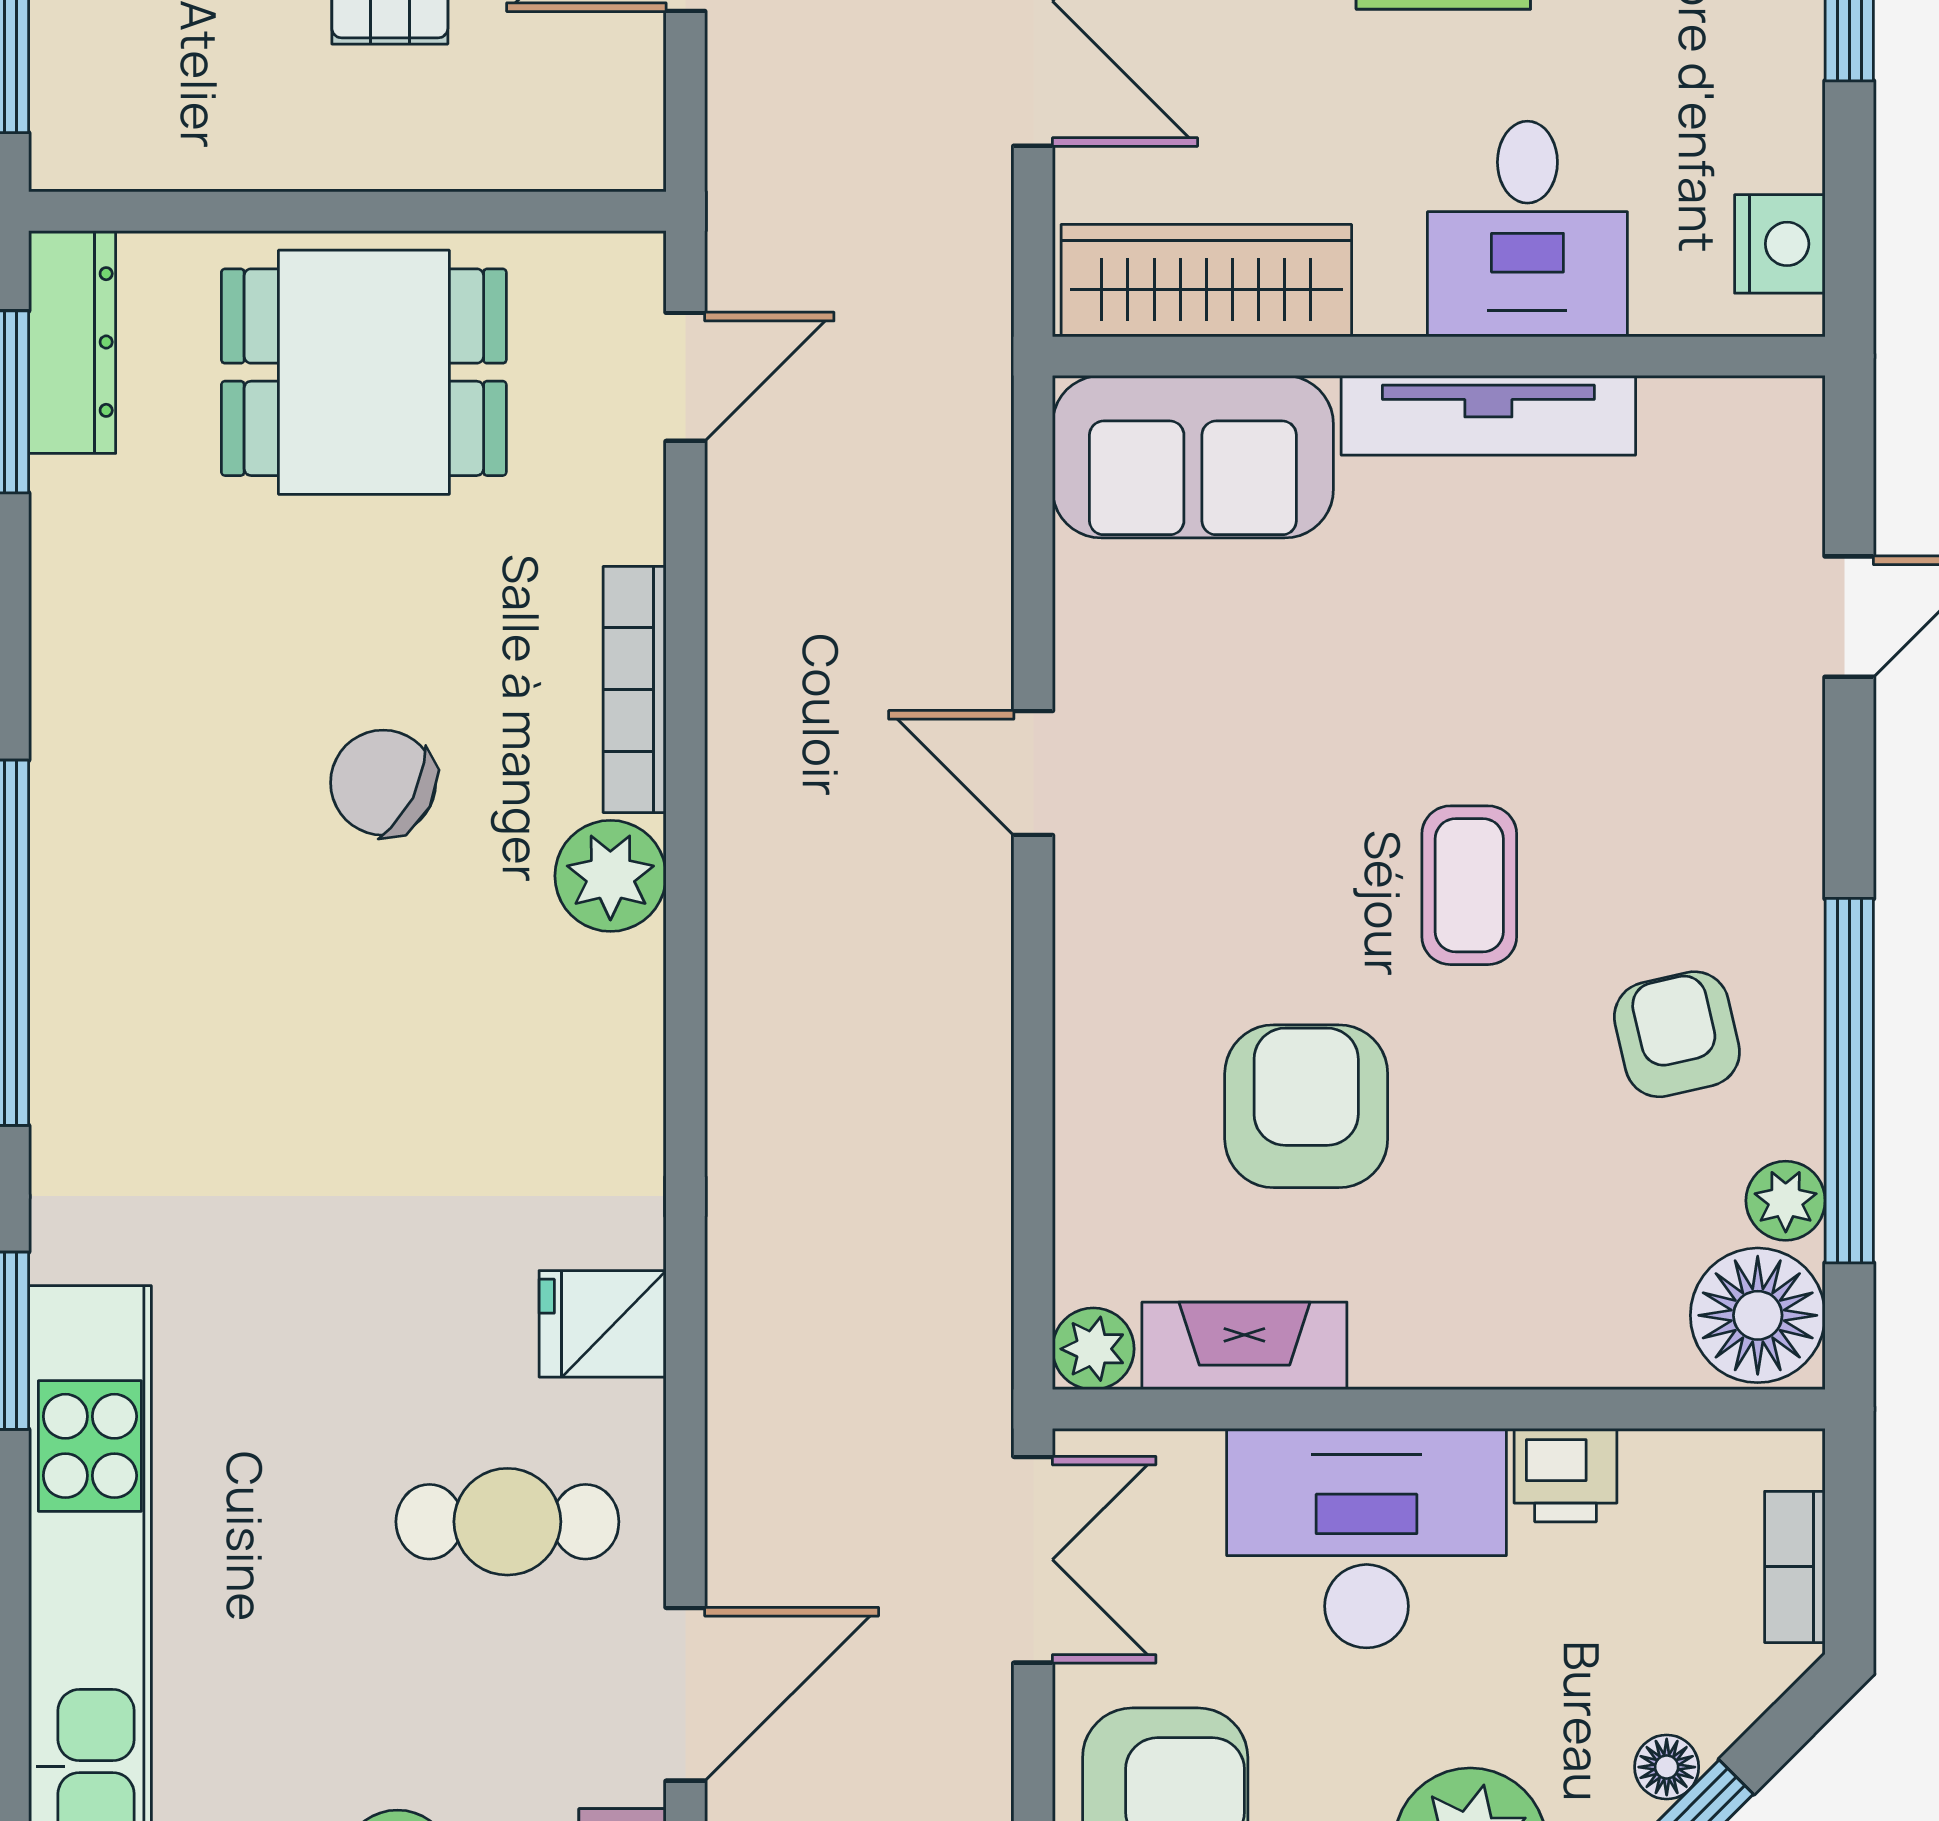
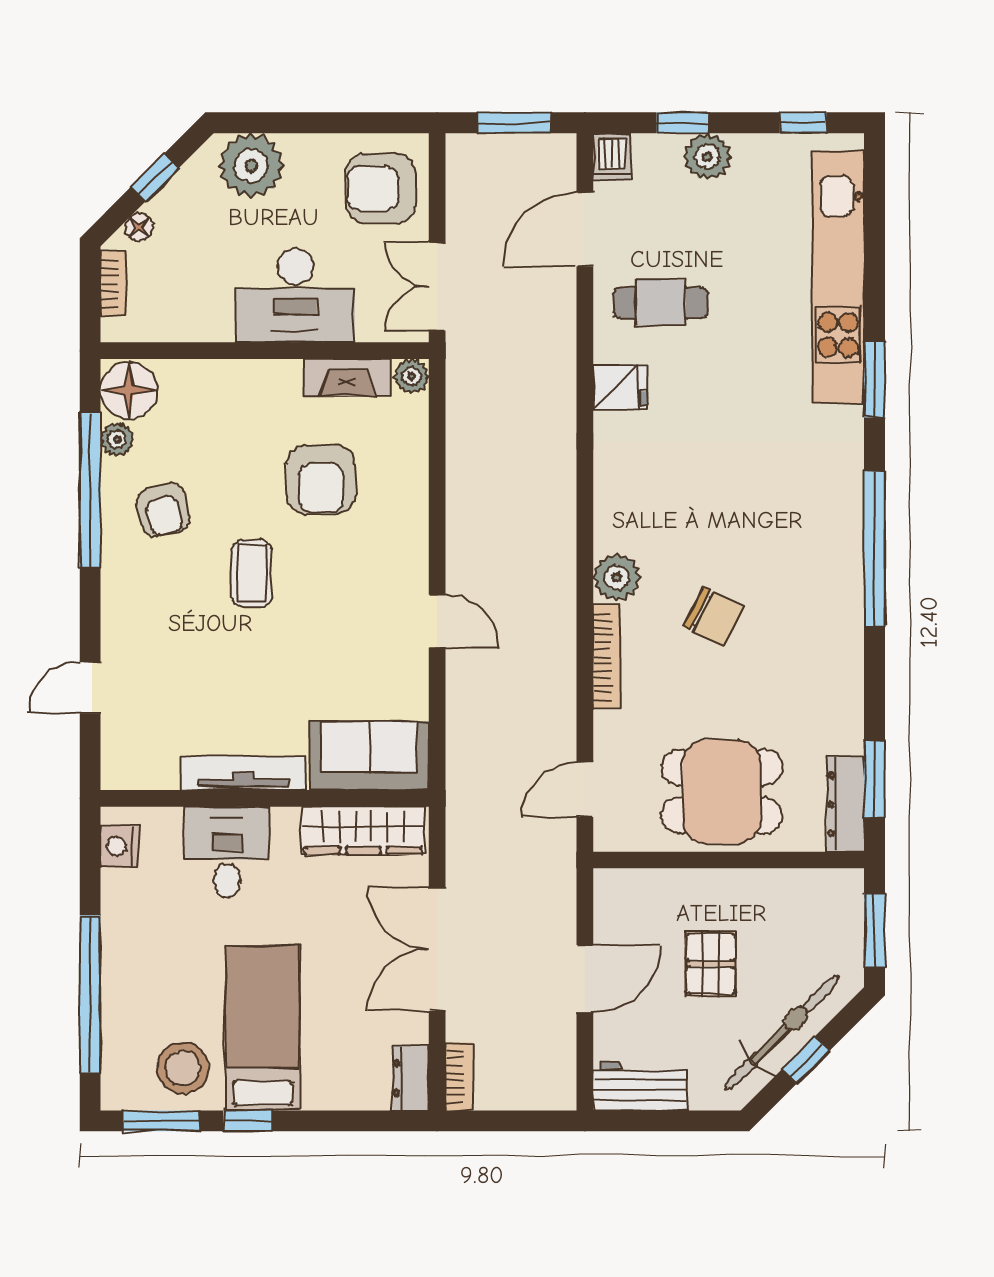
printer: (1565, 1475) -> (211, 323), removed
floor lamp: (1667, 1767) -> (139, 227), moved

